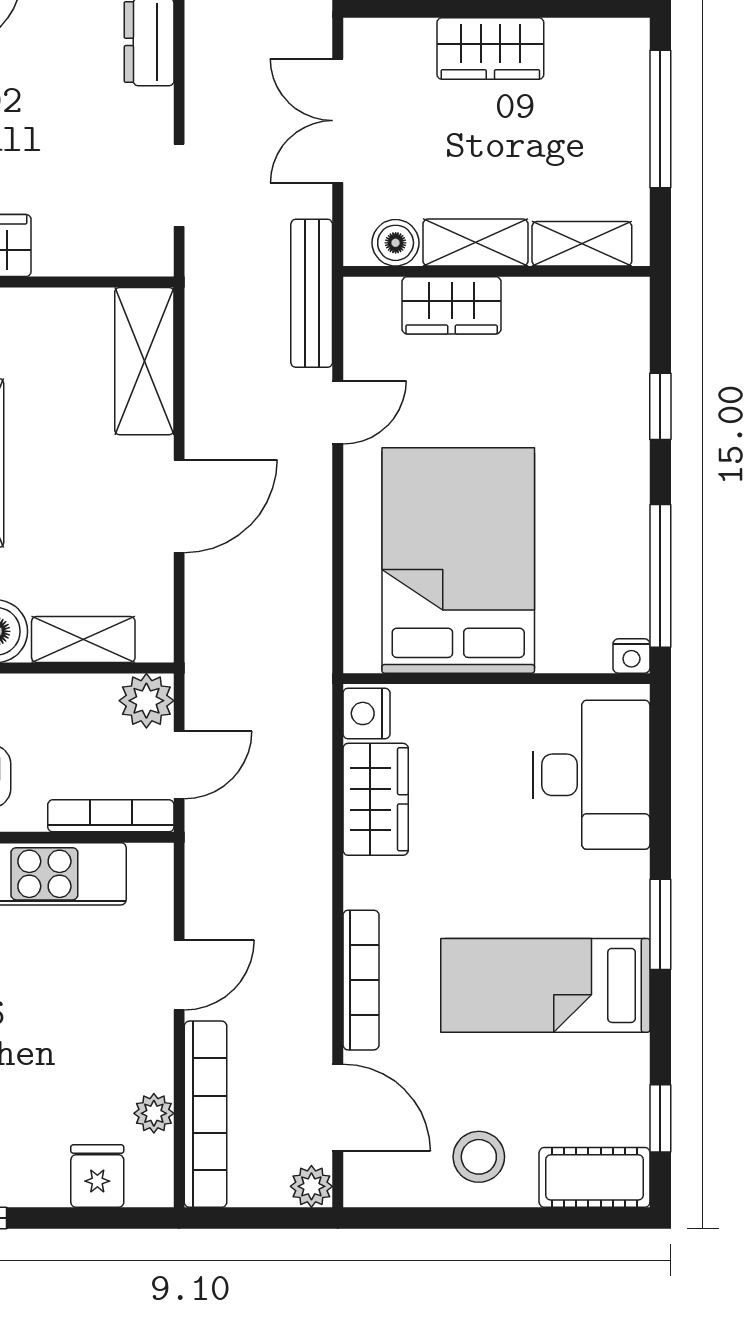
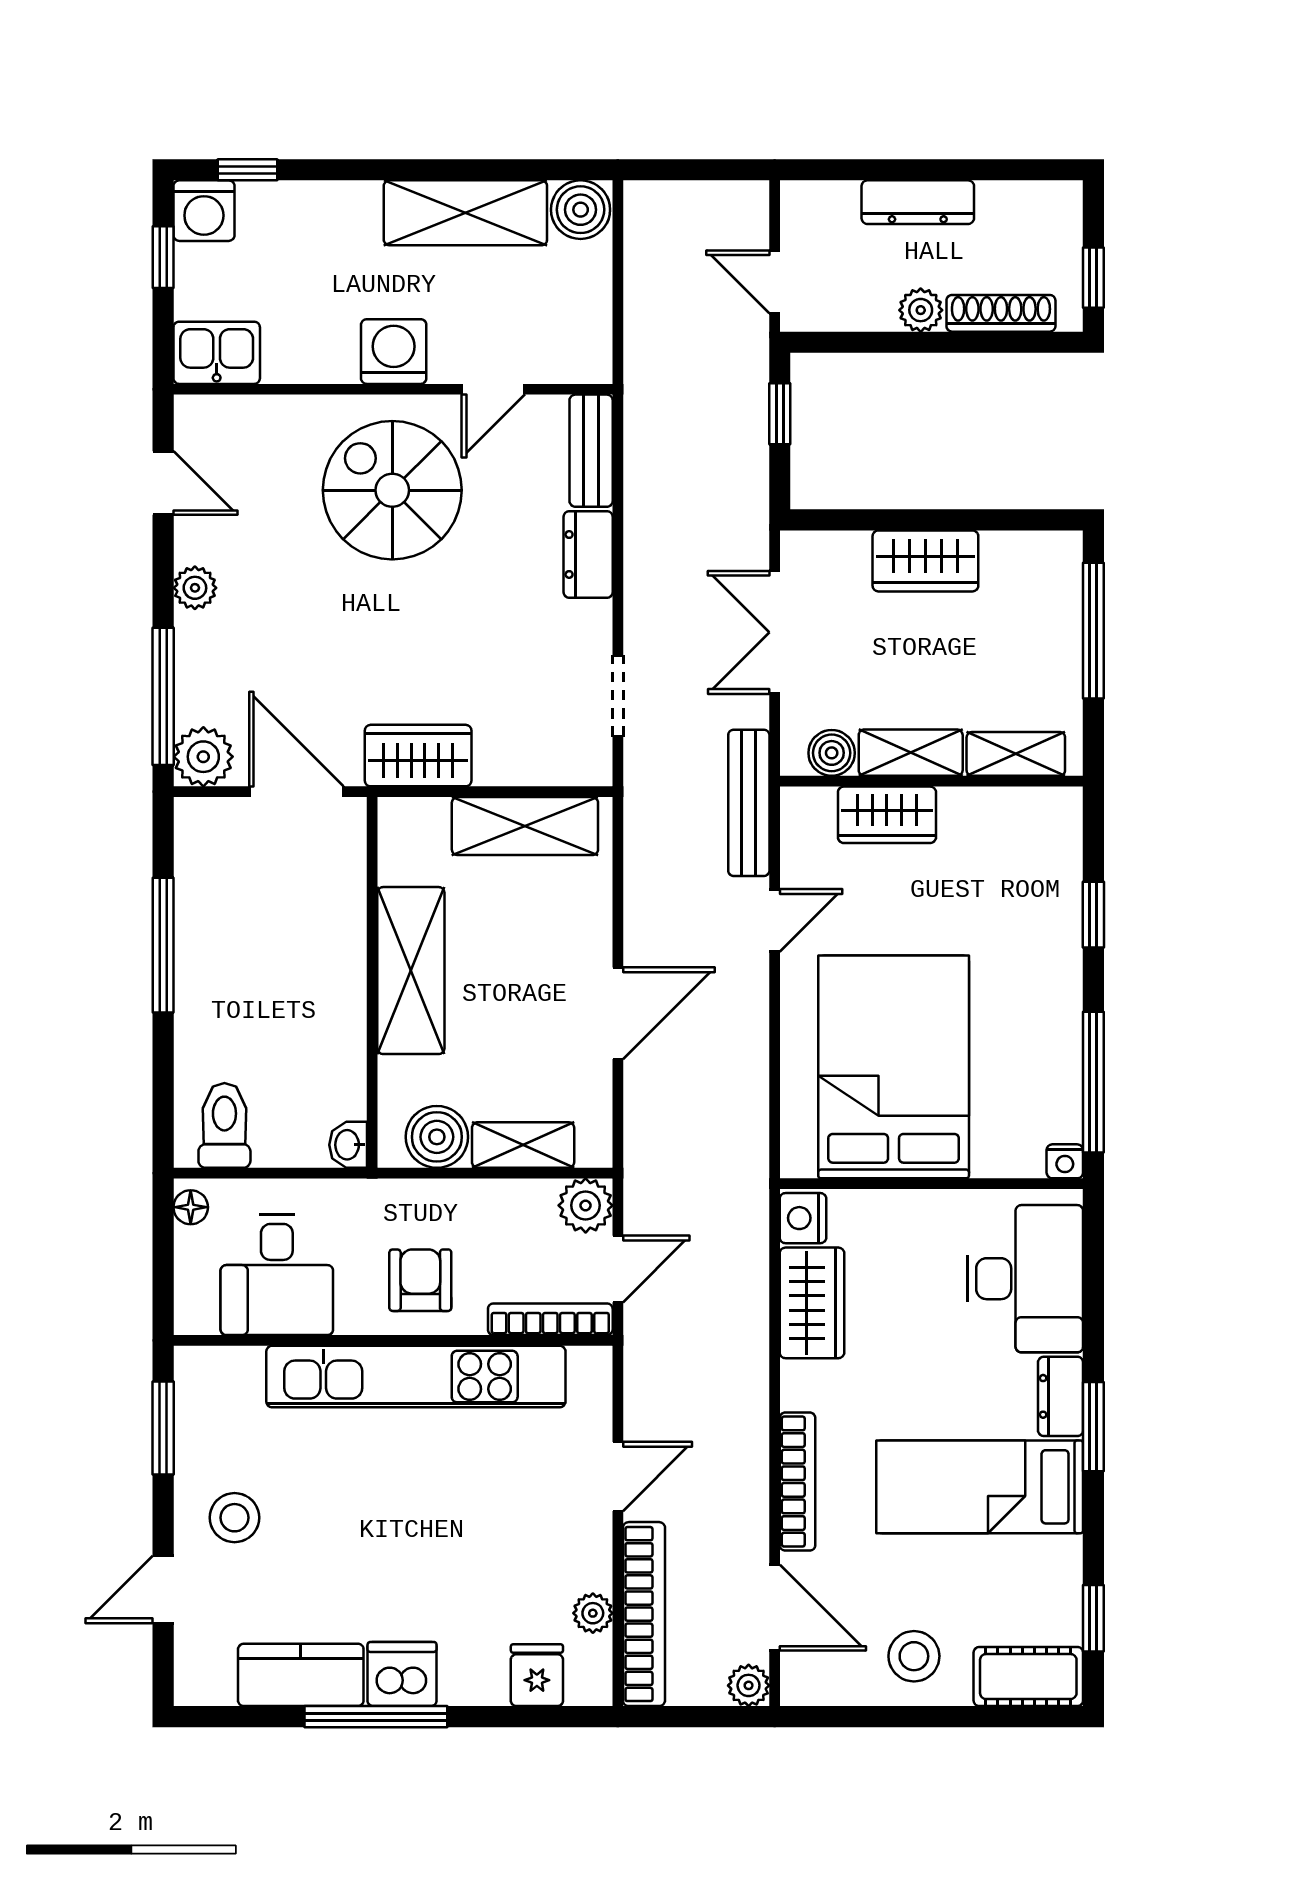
shelving: (144, 361) -> (525, 826), moved, turned 90
dresser: (627, 894) -> (1061, 1396), added

